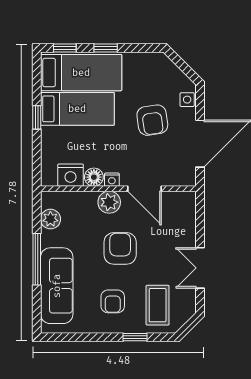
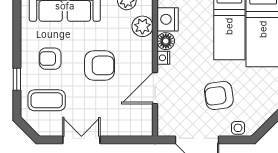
plant: (109, 202) -> (142, 26), moved

